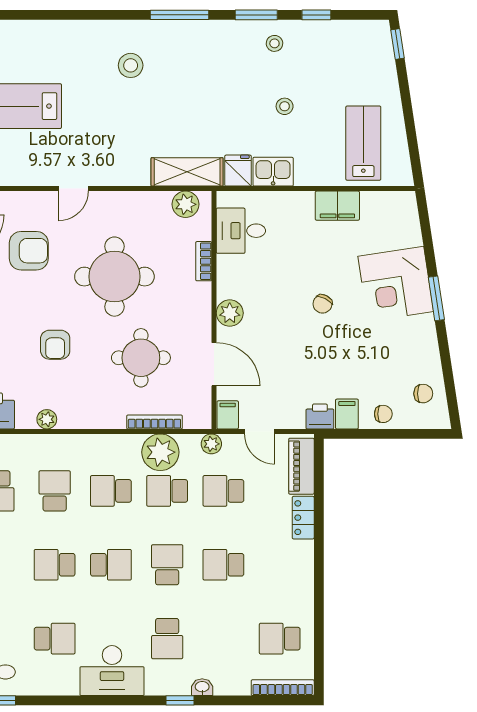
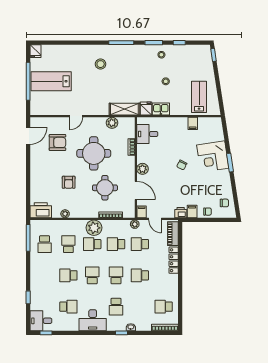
plant: (186, 204) -> (112, 123), moved
filing cabinet: (337, 206) -> (193, 123), width x0.50
plant: (160, 452) -> (94, 228), moved
locker: (303, 518) -> (174, 260), width x1.53
school desk: (111, 565) -> (92, 275), turned -90

